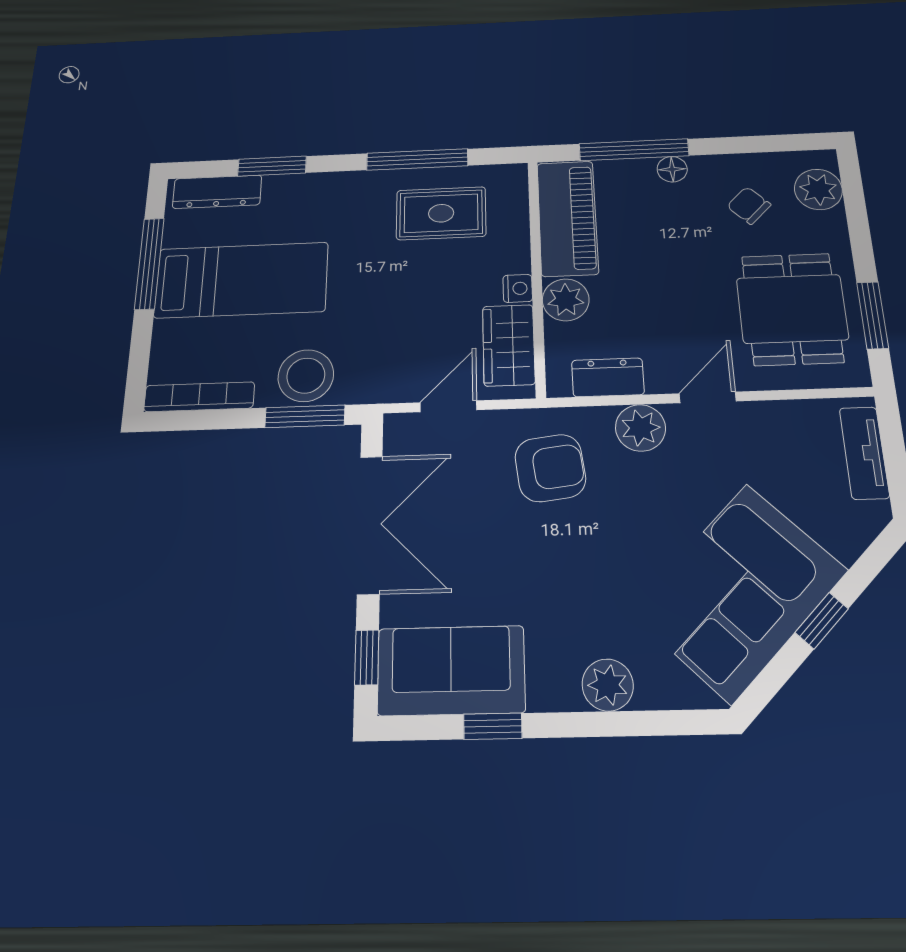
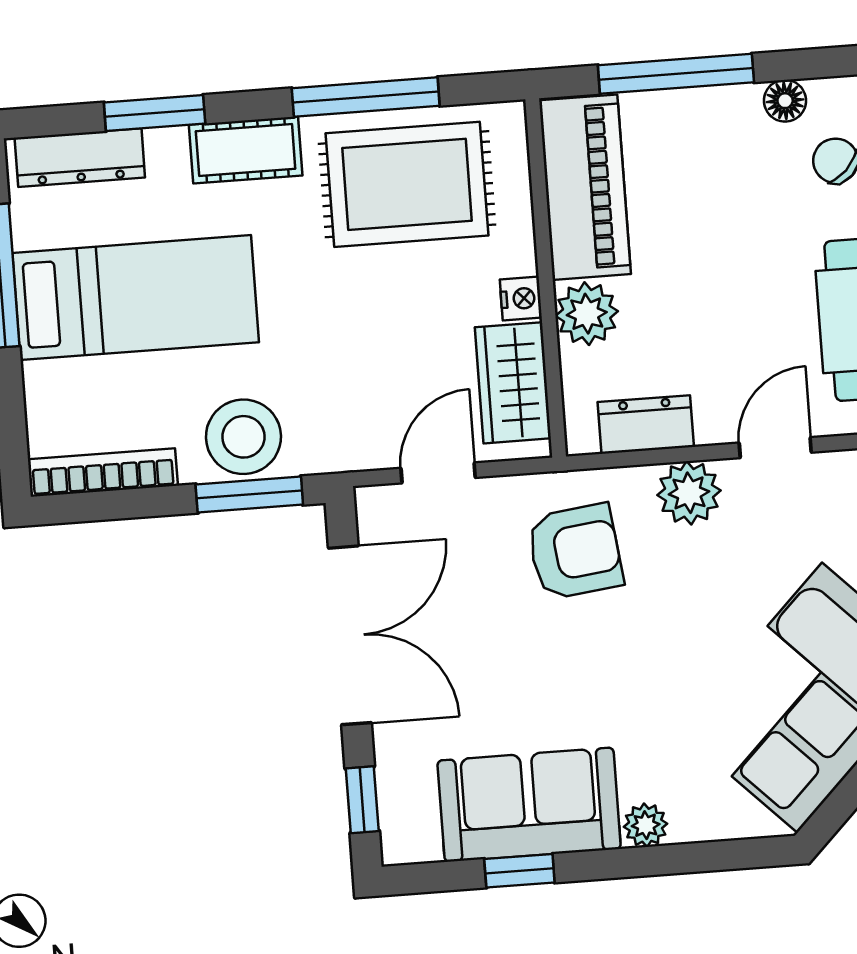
floor lamp: (672, 169) -> (785, 101), moved
cot: (331, 190) -> (246, 150), added
rug: (441, 213) -> (407, 184), width x1.36, depth x1.43
sofa: (451, 670) -> (529, 805), moved
plant: (608, 685) -> (646, 825), width x0.73, depth x0.73

